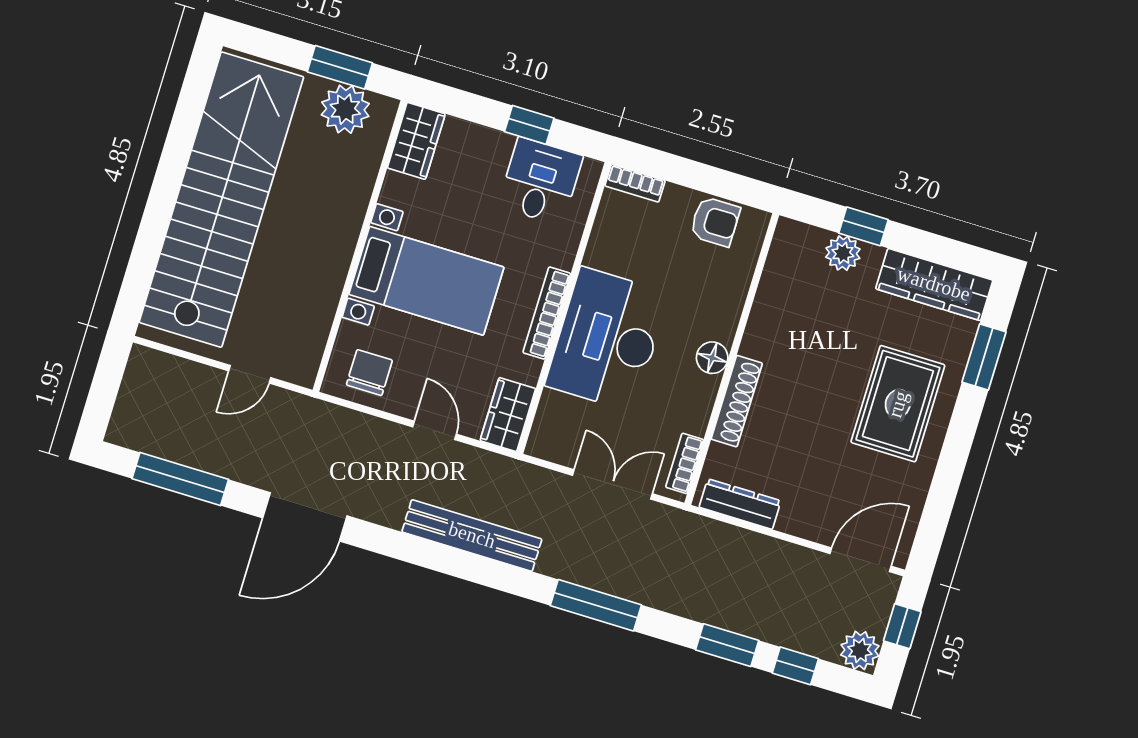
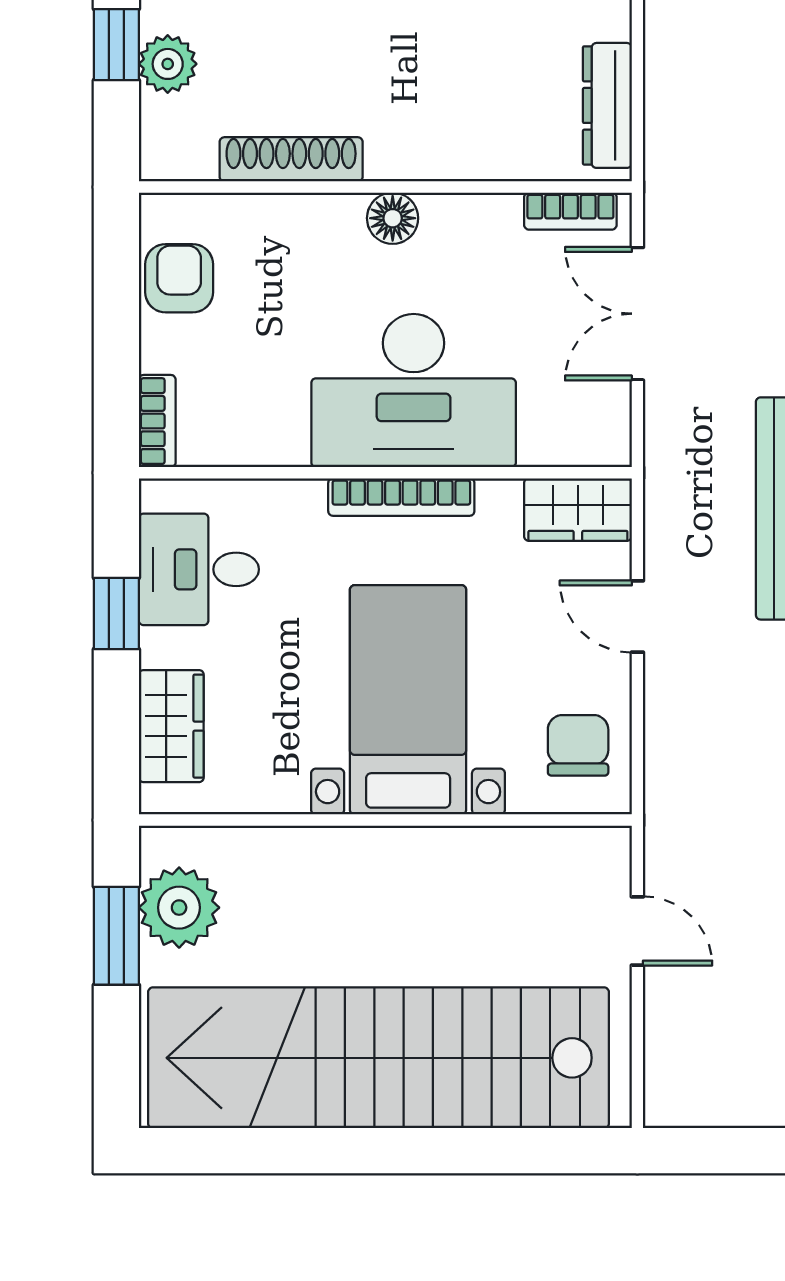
wardrobe: (416, 141) -> (171, 726), moved, turned 90
chair: (369, 373) -> (578, 745), turned 90
shoe rack: (737, 401) -> (291, 159), moved
door: (435, 430) -> (637, 616), hinge flipped

